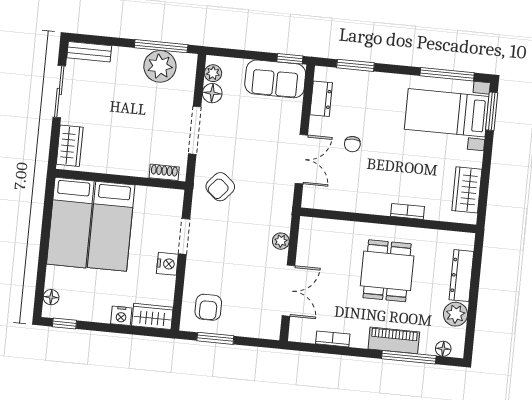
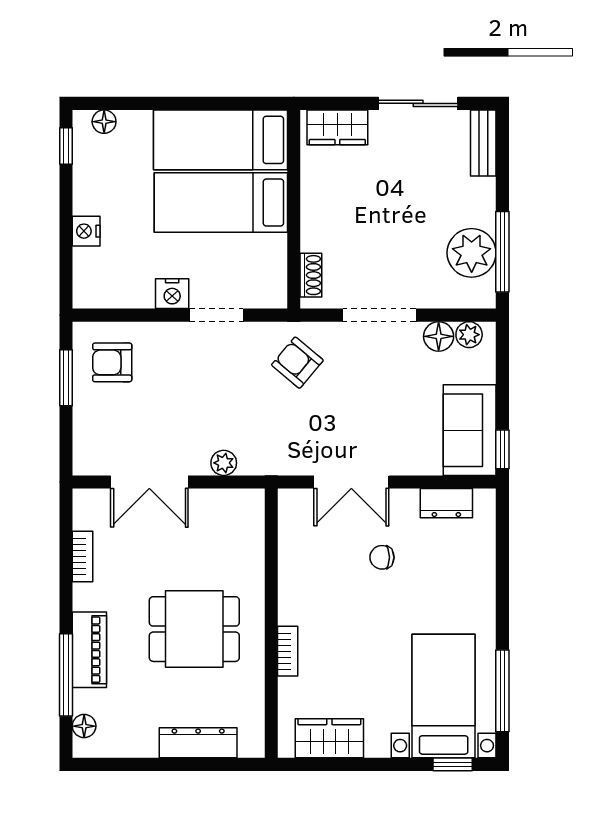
window: (355, 65) -> (502, 550), removed
window: (492, 111) -> (453, 764), width x0.67
plant: (456, 314) -> (139, 740), removed
wardrobe: (152, 316) -> (90, 279), removed

